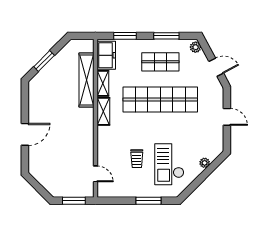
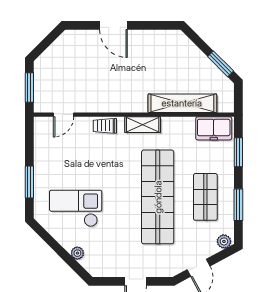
window: (44, 61) -> (221, 64), moved
shelving: (103, 83) -> (178, 124), removed
trolley: (137, 159) -> (105, 126), moved

